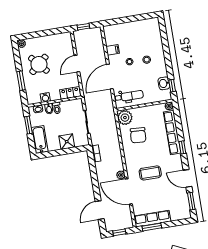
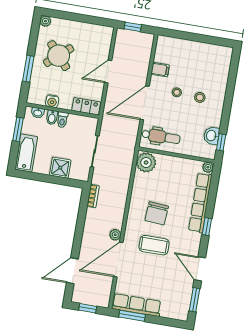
chair: (138, 135) -> (157, 213), moved
door: (129, 191) -> (118, 260), hinge flipped

